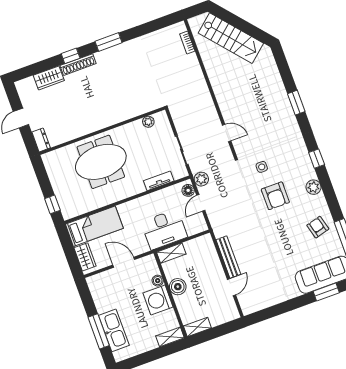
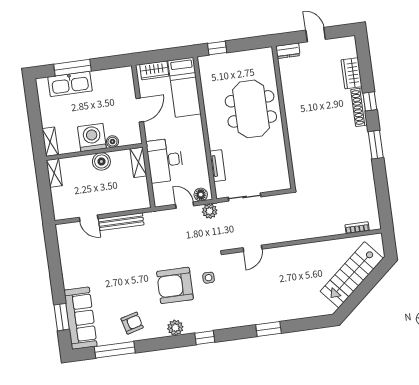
plant: (148, 122) -> (282, 168), removed
armchair: (275, 196) -> (175, 285), width x1.36, depth x1.36

